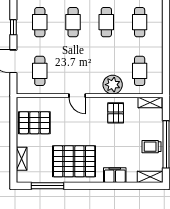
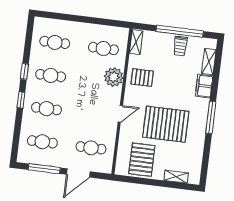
window: (13, 27) -> (44, 169), width x2.17
pallet: (74, 161) -> (166, 124), moved, turned 90
shelving: (150, 177) -> (209, 61), moved
window: (48, 186) -> (211, 117), moved

